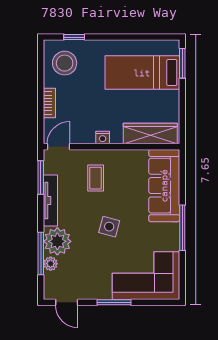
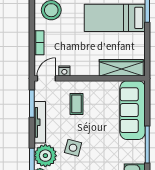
nightstand: (103, 138) -> (64, 71), moved
side table: (109, 227) -> (73, 148), moved

